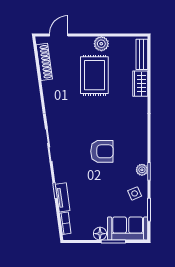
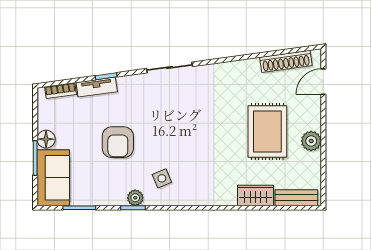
door: (59, 35) -> (323, 82), swing flipped
rug: (94, 75) -> (267, 131), turned 90
armchair: (102, 151) -> (118, 142), moved
side table: (135, 193) -> (162, 178), moved

